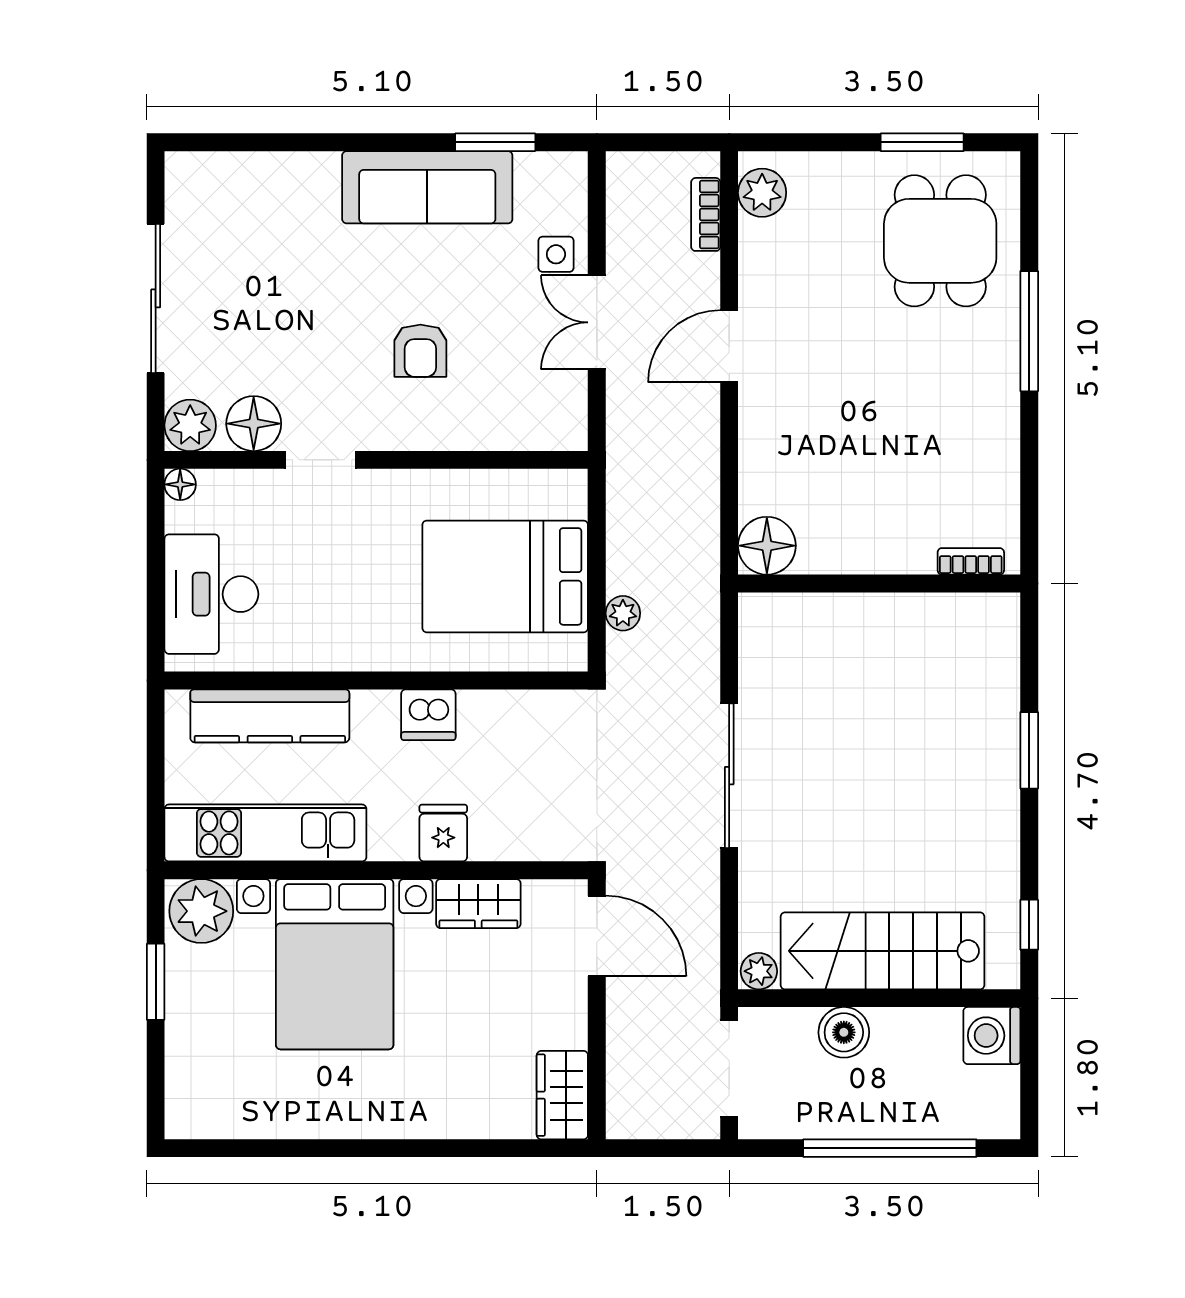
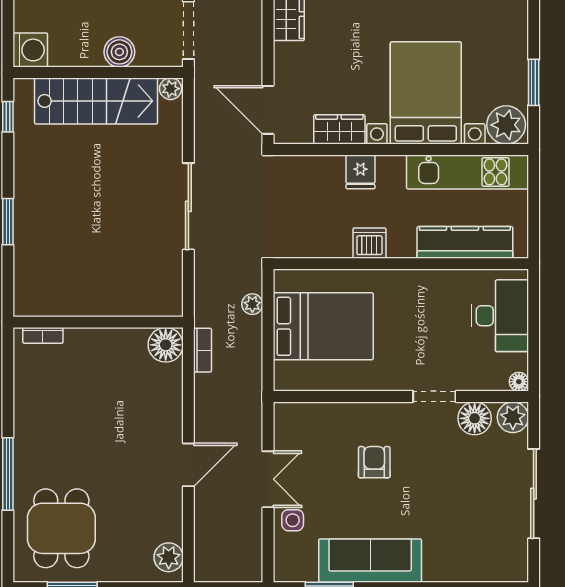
bookcase: (706, 214) -> (202, 350), moved

